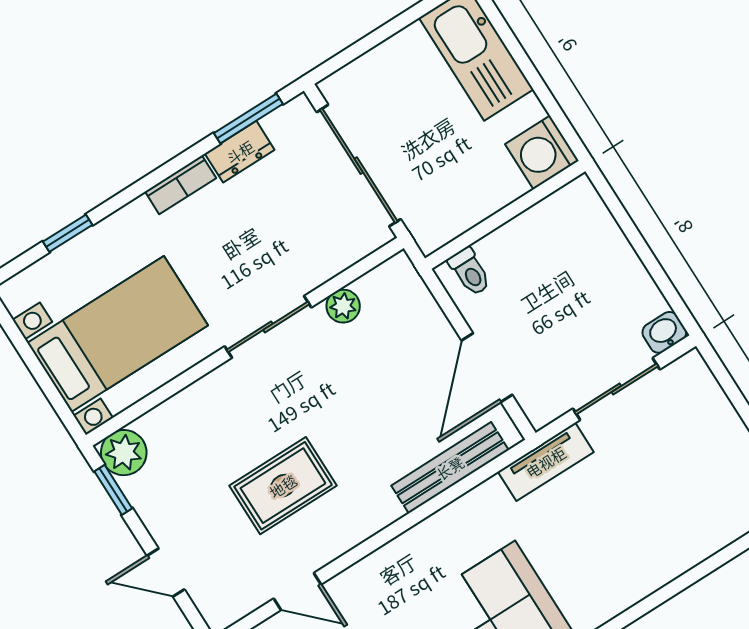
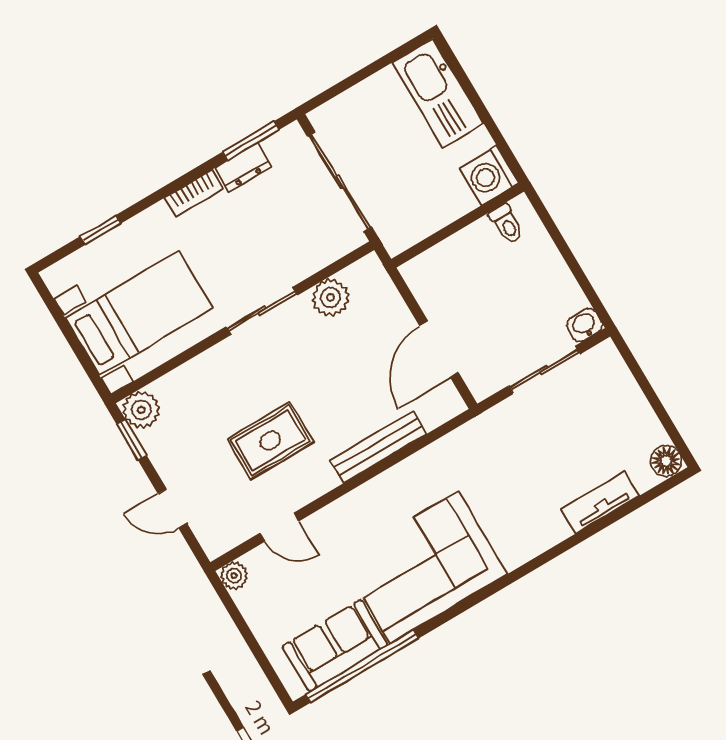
toilet: (470, 272) -> (506, 224), moved
plant: (343, 306) -> (330, 298), width x1.38, depth x1.38
tv unit: (546, 462) -> (600, 503), moved, turned 180
bench: (450, 468) -> (378, 447), moved

